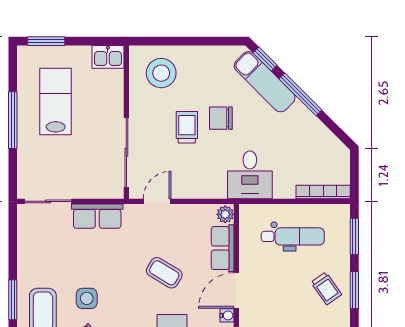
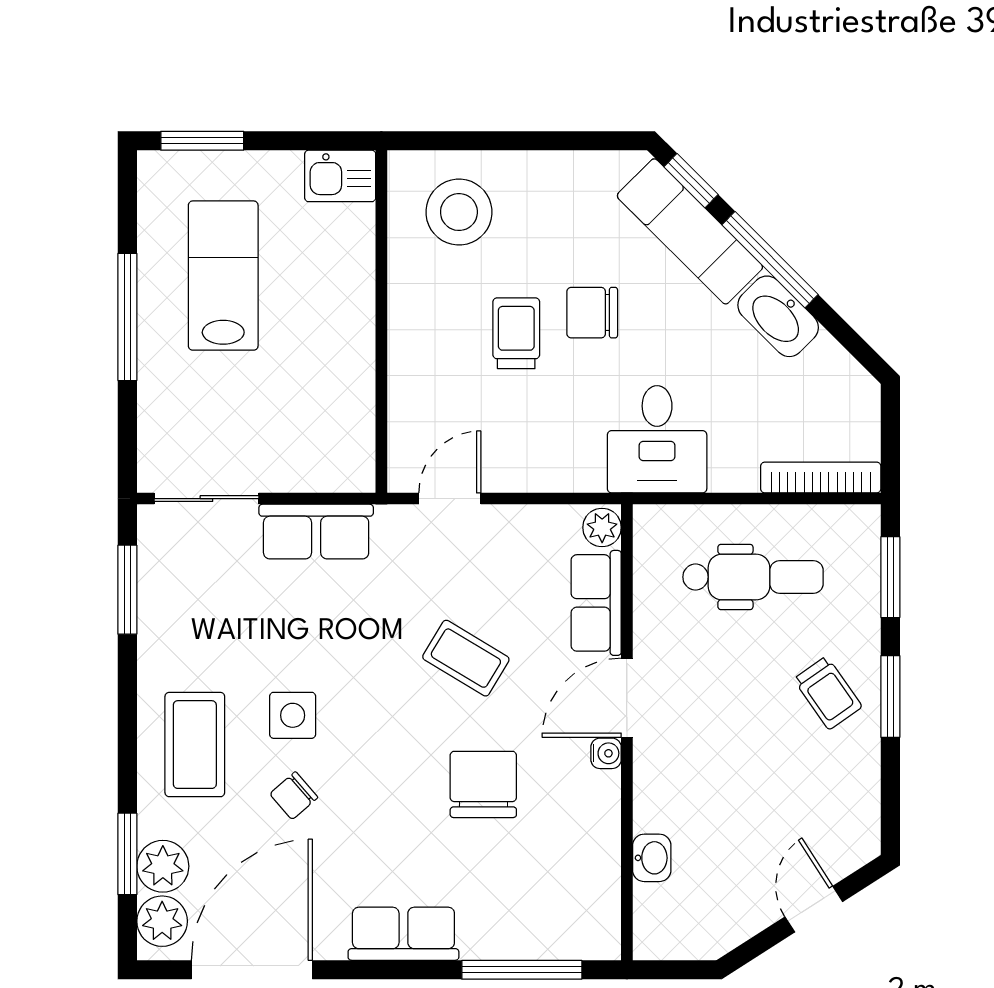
washbasin: (304, 120) -> (778, 316), added
sliding door: (126, 152) -> (381, 389), removed
window: (13, 300) -> (127, 590), moved

